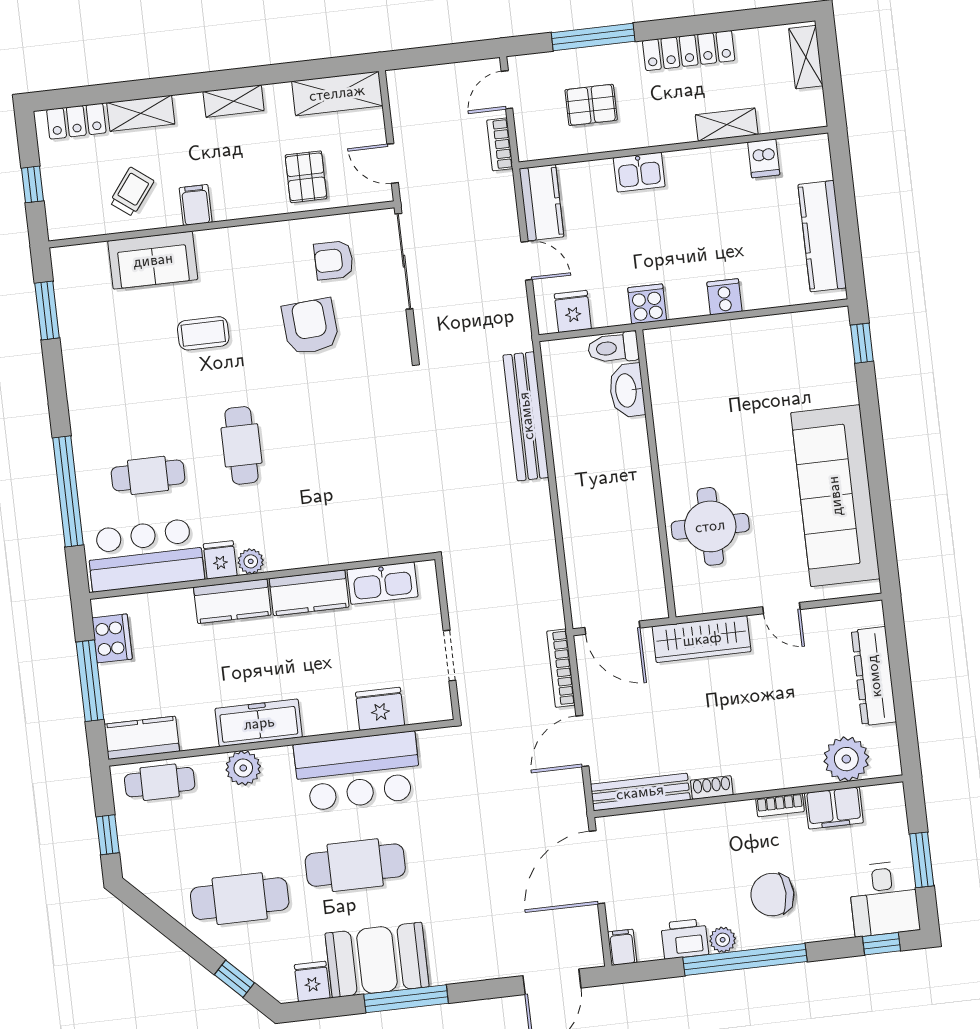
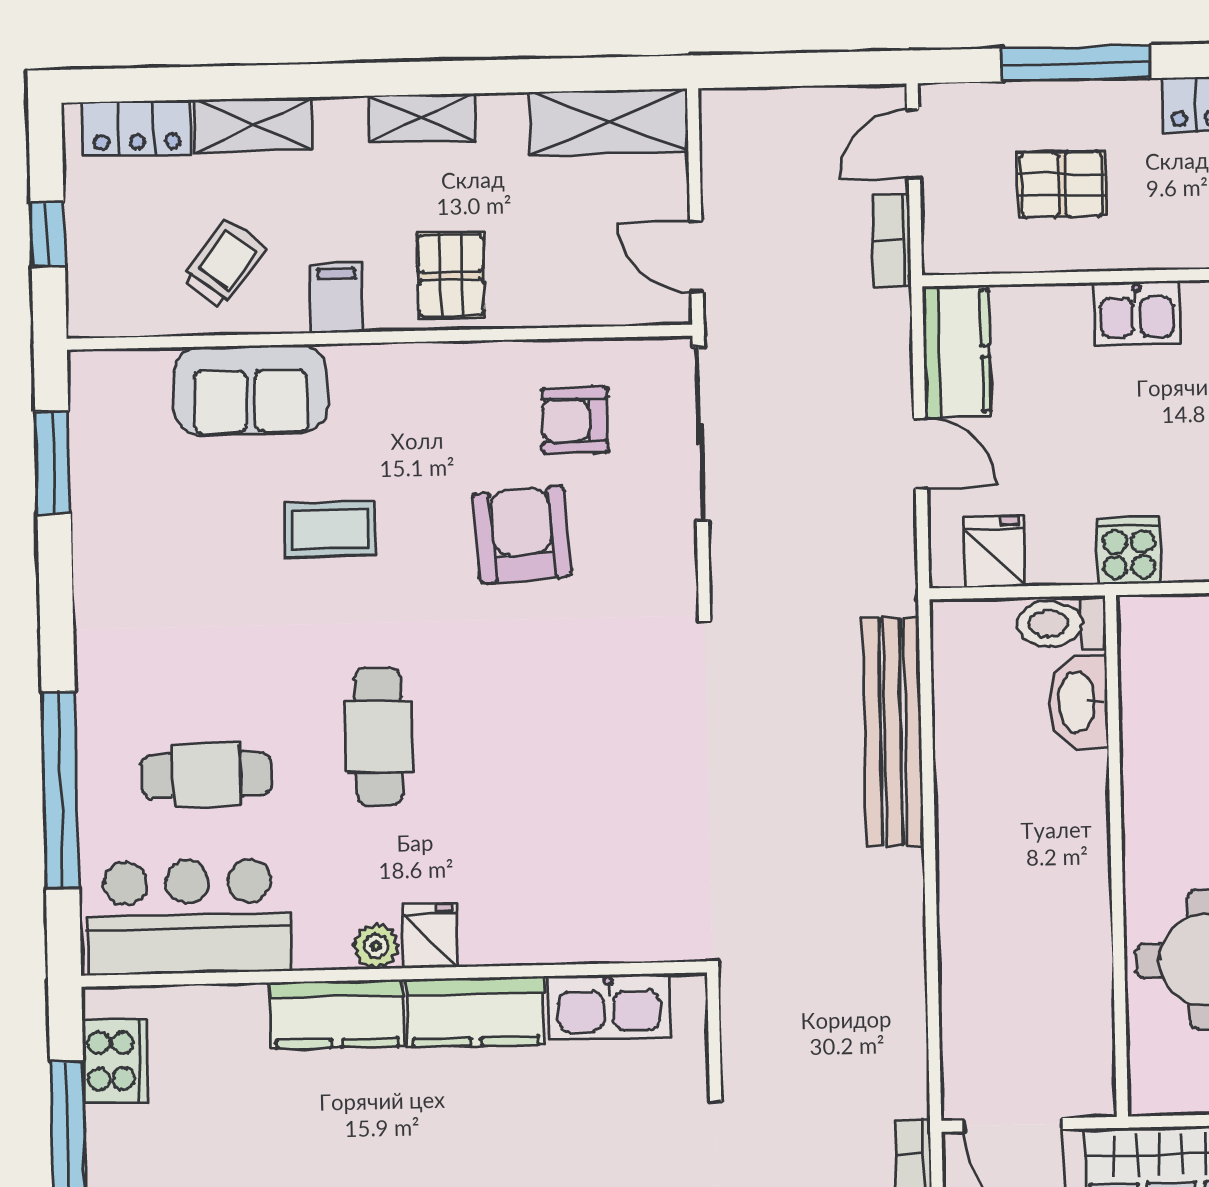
pallet: (306, 177) -> (451, 275), moved
fridge: (220, 560) -> (430, 936), moved

